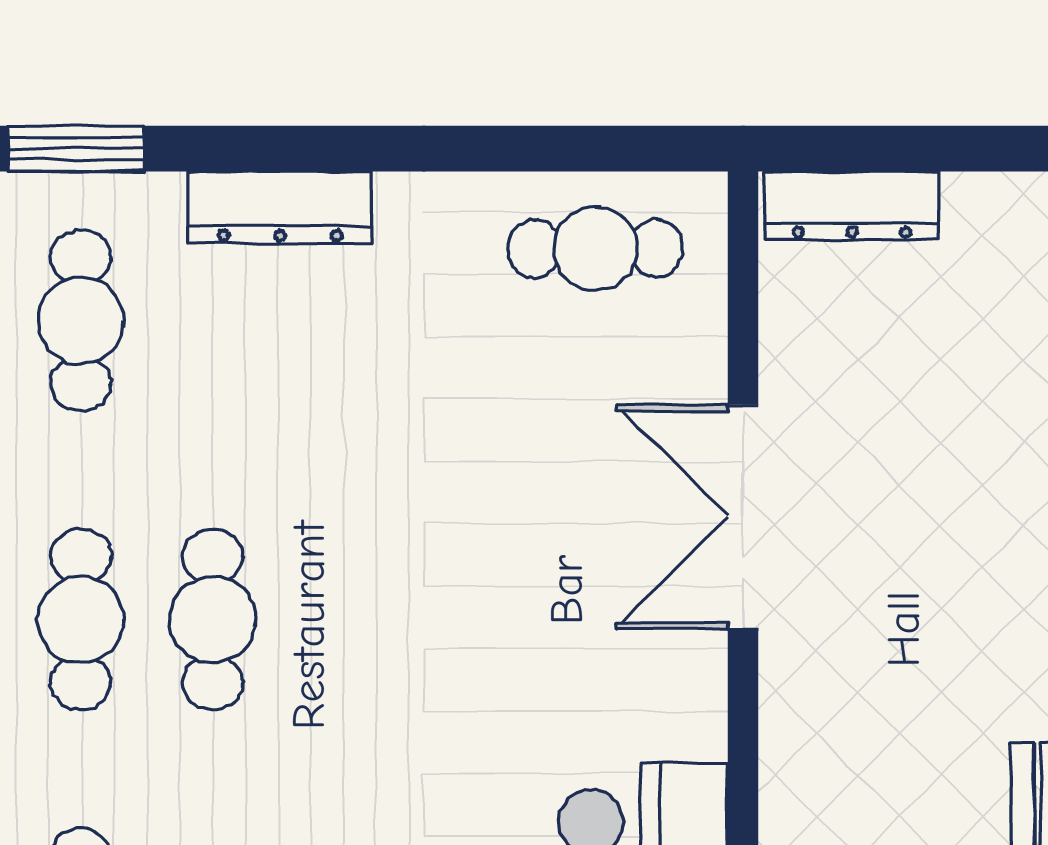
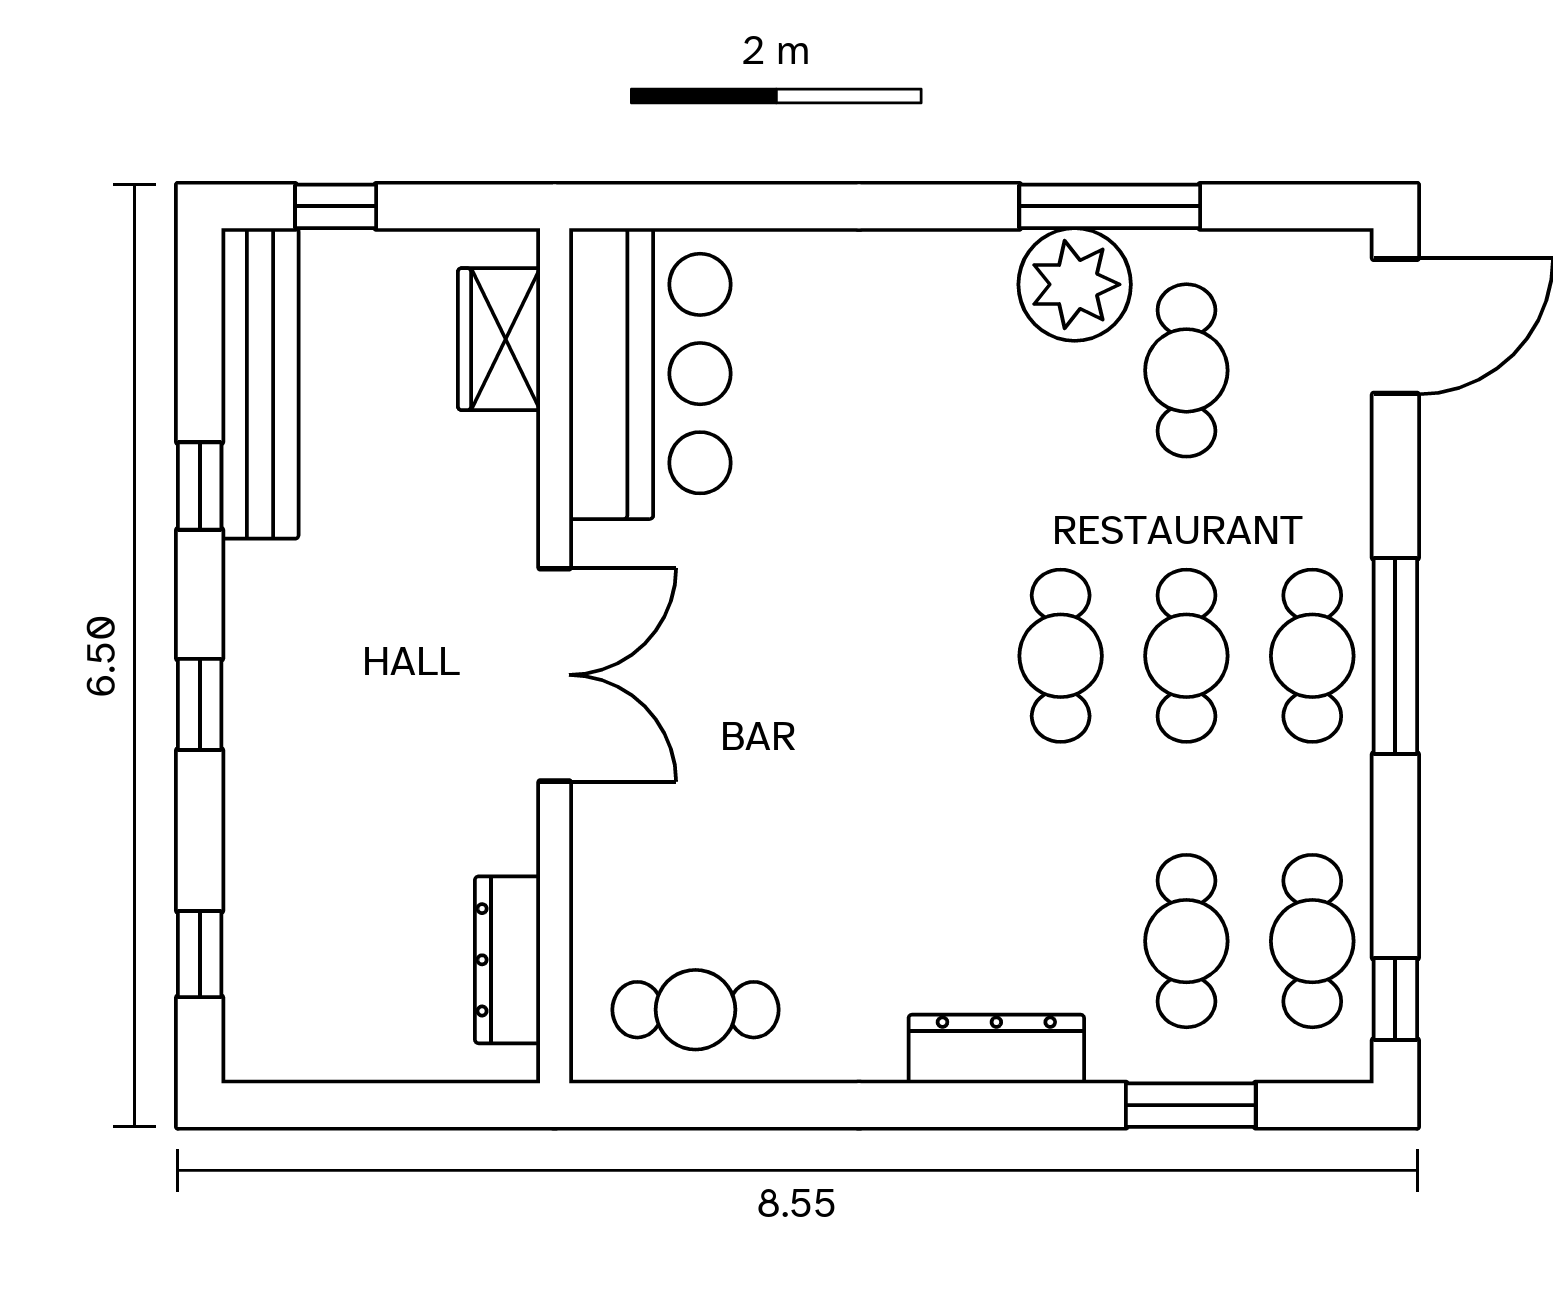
dresser: (852, 206) -> (508, 960), moved, turned -90
double door: (743, 517) -> (555, 675), moved

